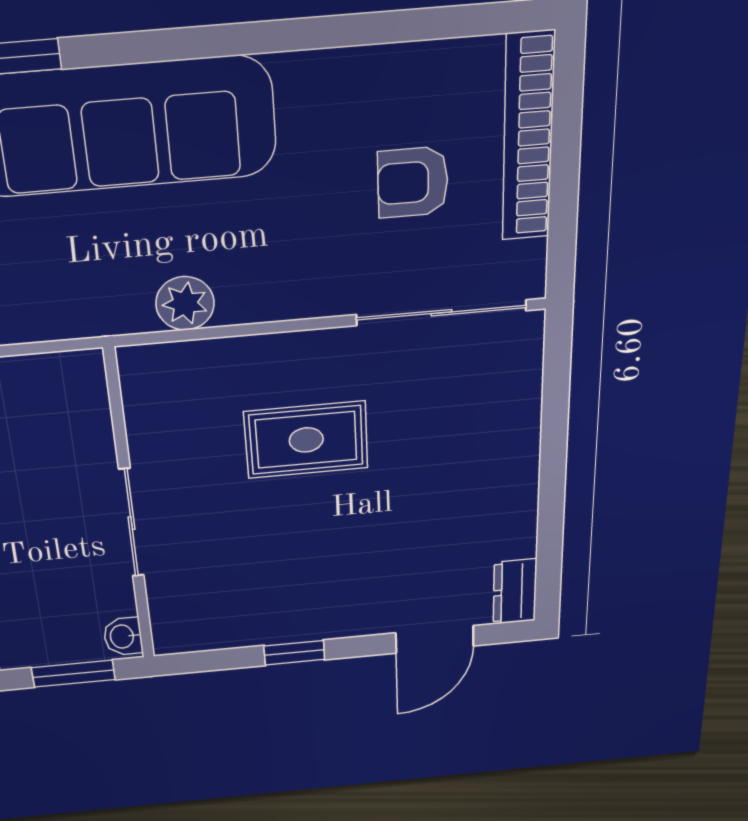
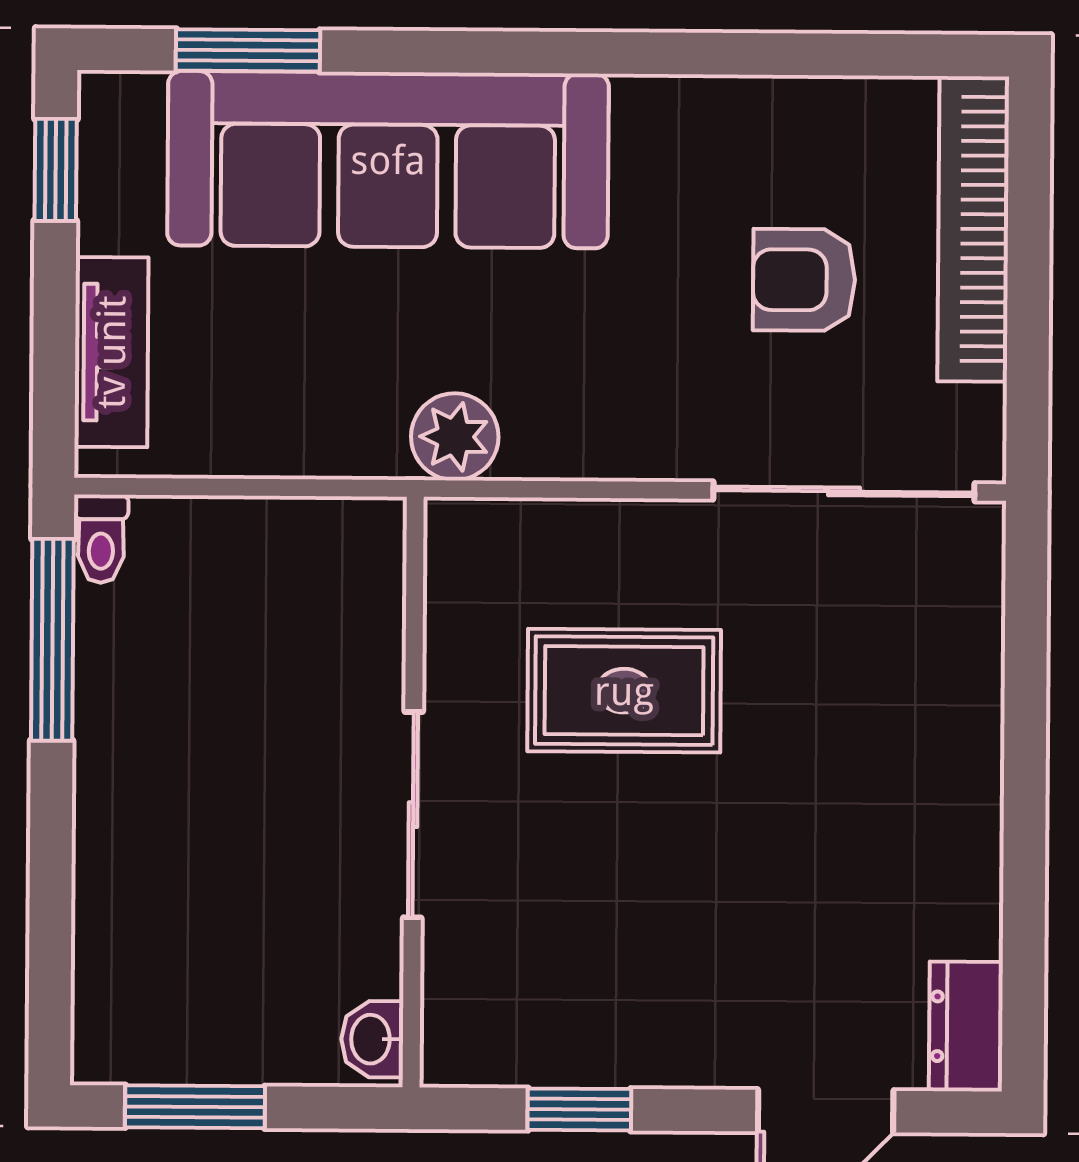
wall: (130, 511) -> (413, 792), moved
sliding door: (131, 523) -> (413, 815), moved
washbasin: (123, 636) -> (372, 1039), moved

